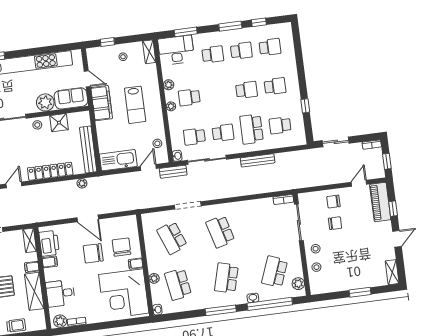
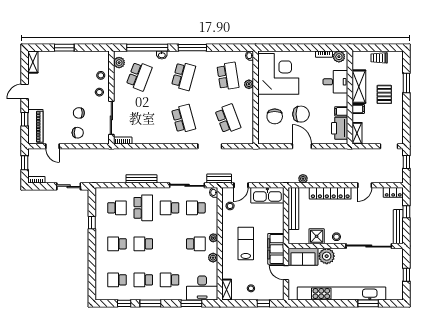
school desk: (194, 137) -> (196, 208), turned 180
door: (359, 183) -> (53, 146), hinge flipped
filing cabinet: (136, 264) -> (264, 100), removed

